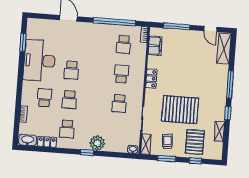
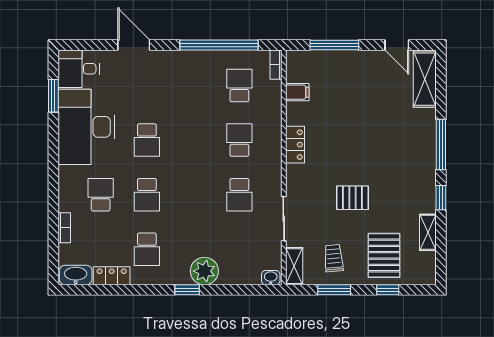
desk: (38, 29) -> (79, 69), added
school desk: (124, 44) -> (239, 86), turned 180
filing cabinet: (155, 46) -> (297, 92), width x0.50
pallet: (180, 110) -> (352, 198), width x0.49, depth x0.50

